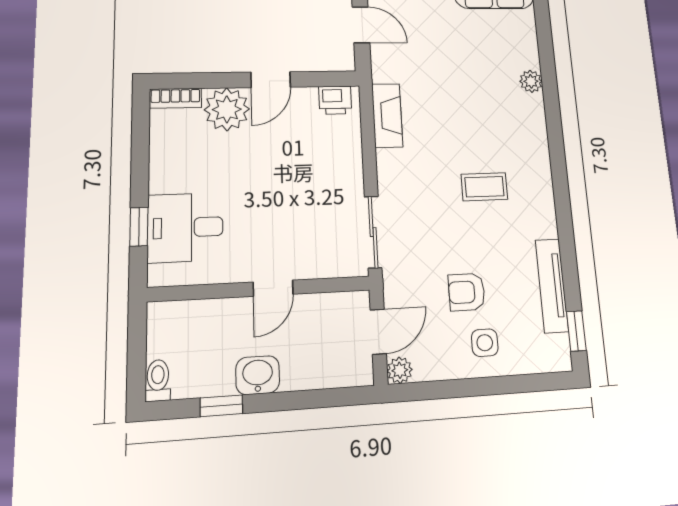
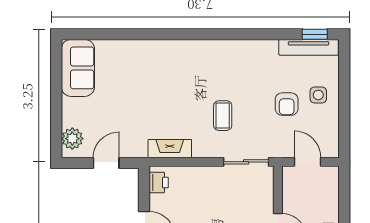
plant: (531, 81) -> (148, 47), removed
coffee table: (484, 187) -> (223, 116), moved
tv unit: (552, 285) -> (309, 47), moved
plant: (400, 370) -> (331, 150), removed

